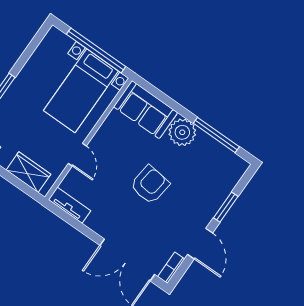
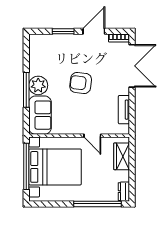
bed with nightstands: (81, 91) -> (55, 167), width x1.36
window: (216, 135) -> (26, 90), moved
door: (77, 155) -> (92, 136), swing flipped
tv unit: (69, 205) -> (124, 110), moved

